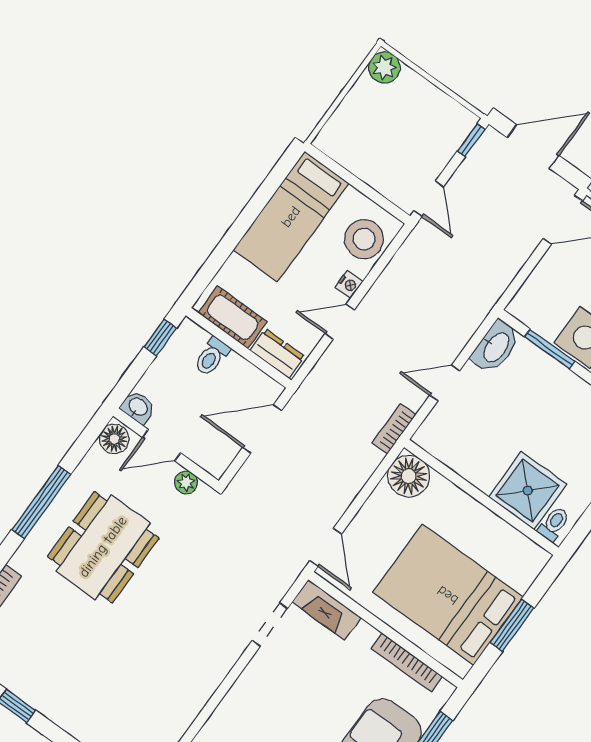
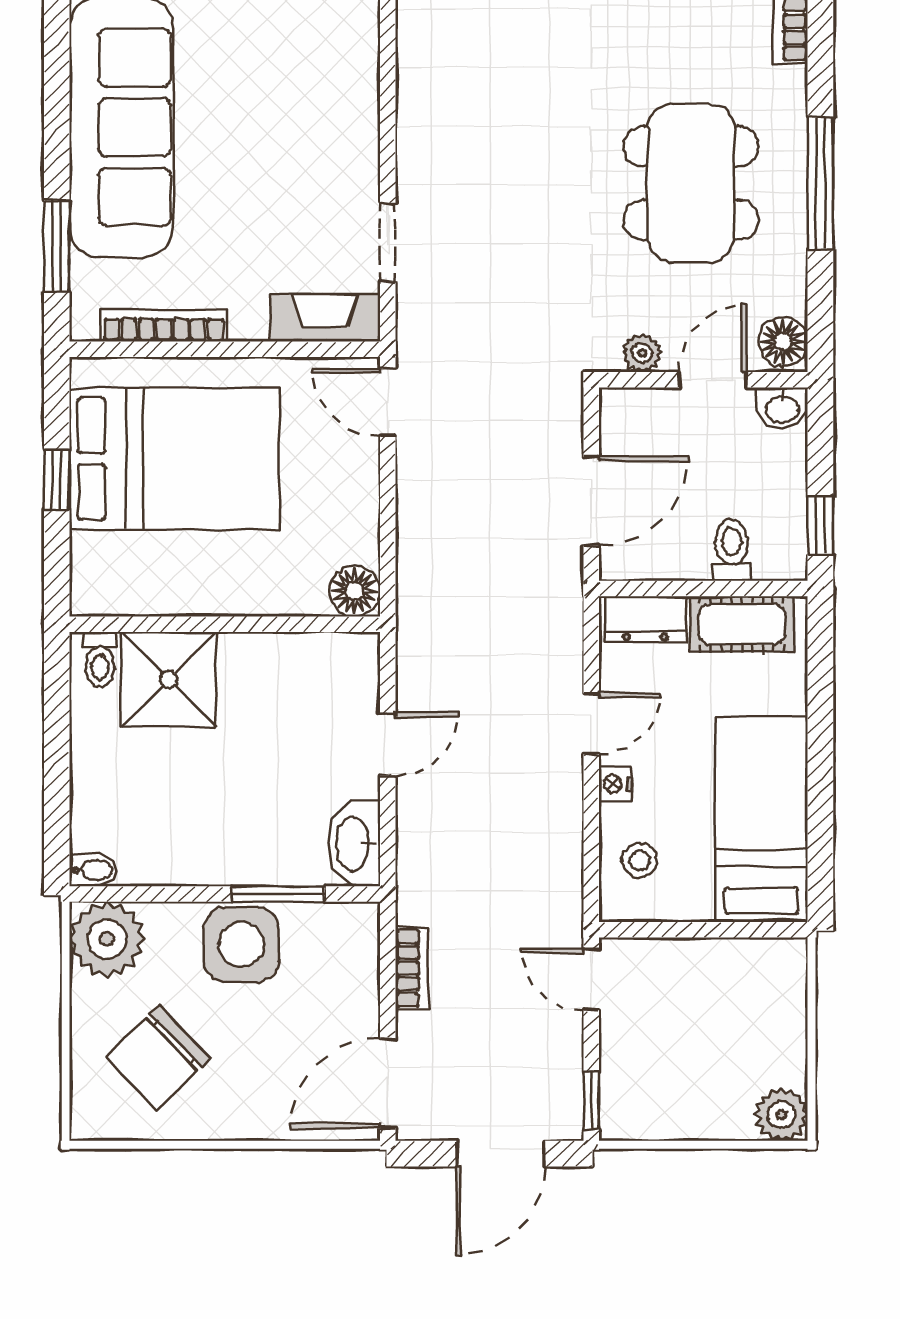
stool: (364, 239) -> (640, 861), width x0.53, depth x0.53
bookcase: (394, 429) -> (412, 968), moved
floor lamp: (409, 476) -> (355, 591), width x0.73, depth x0.73
window: (512, 625) -> (57, 480), width x0.67

